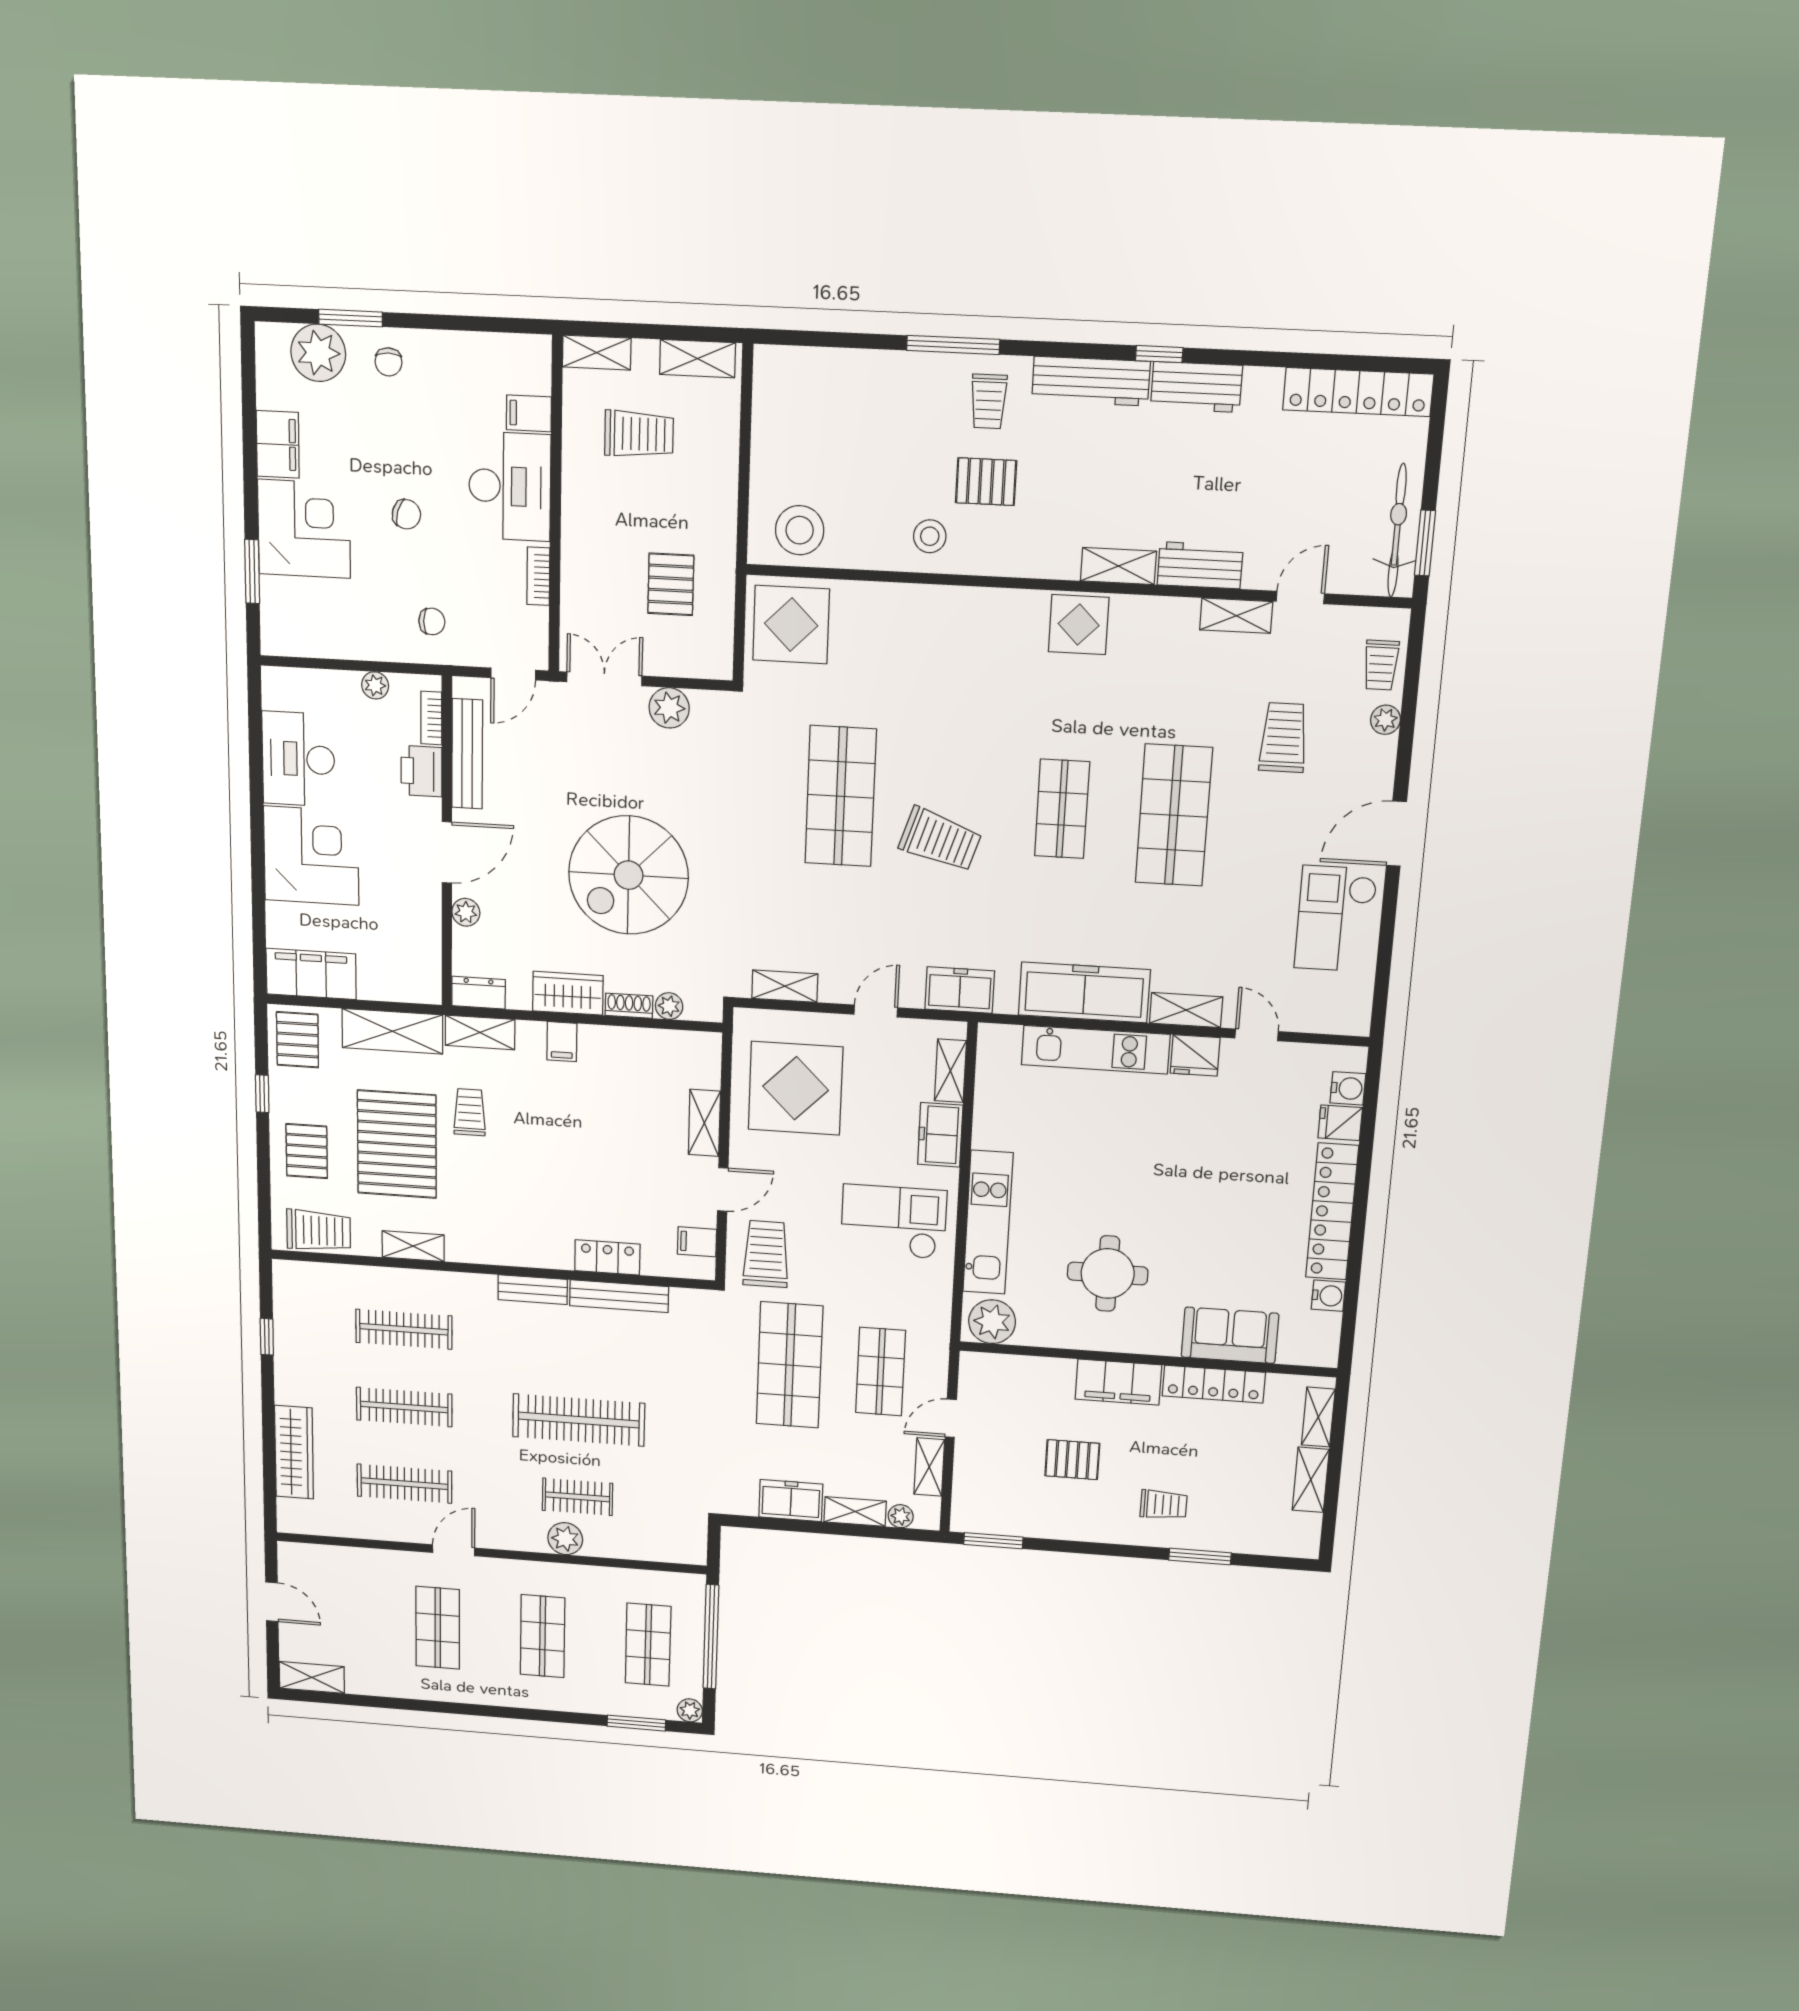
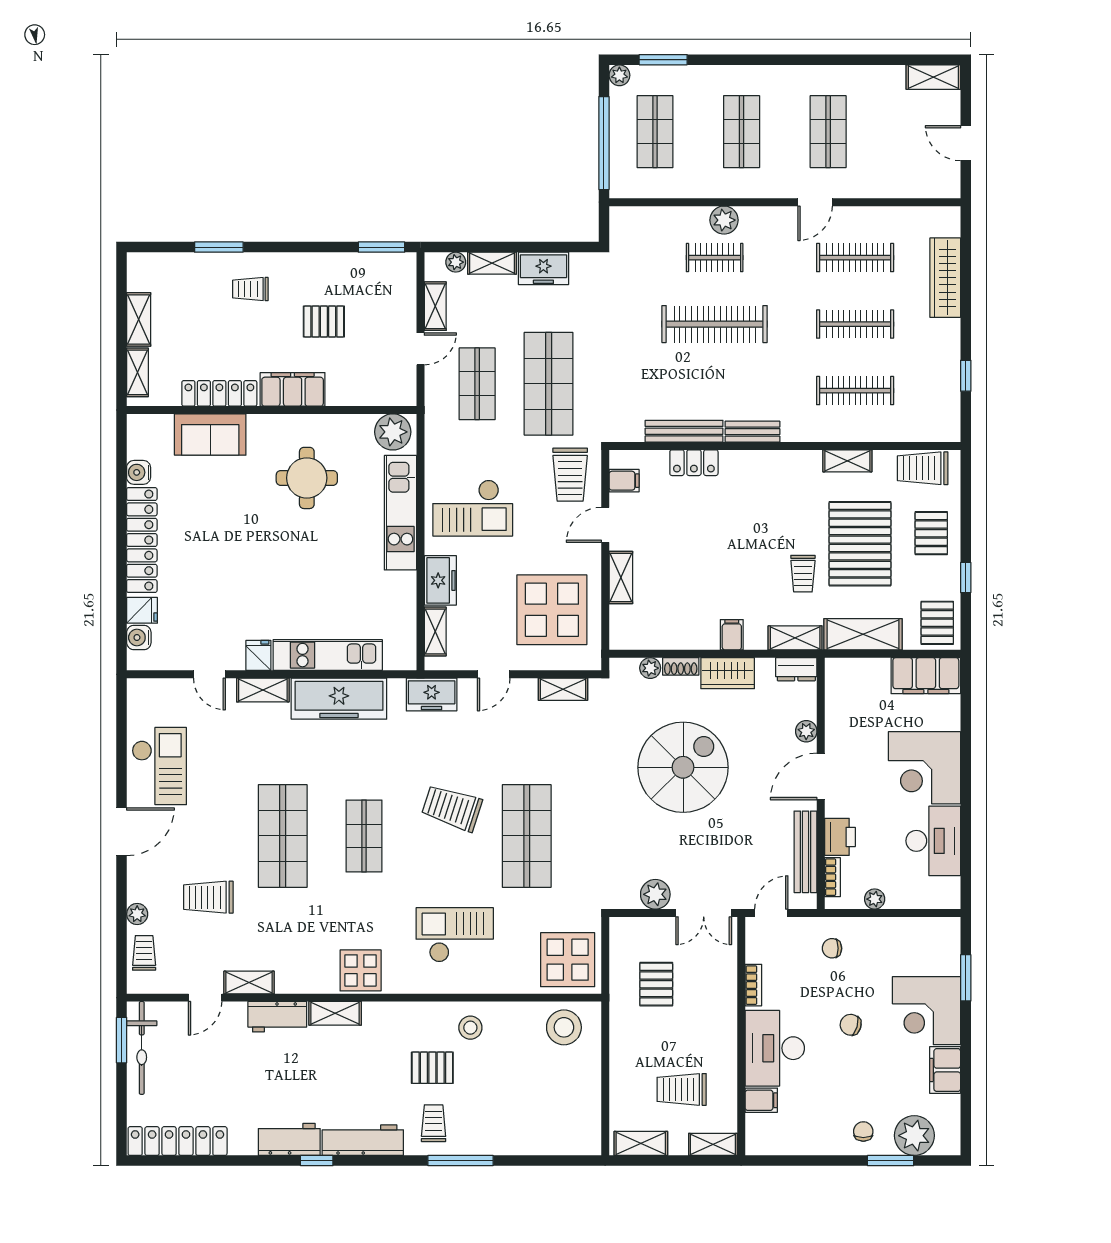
checkout: (945, 667) -> (455, 935), added
trolley: (1284, 738) -> (208, 897), turned 90
fridge: (1195, 1055) -> (258, 655), width x0.72

